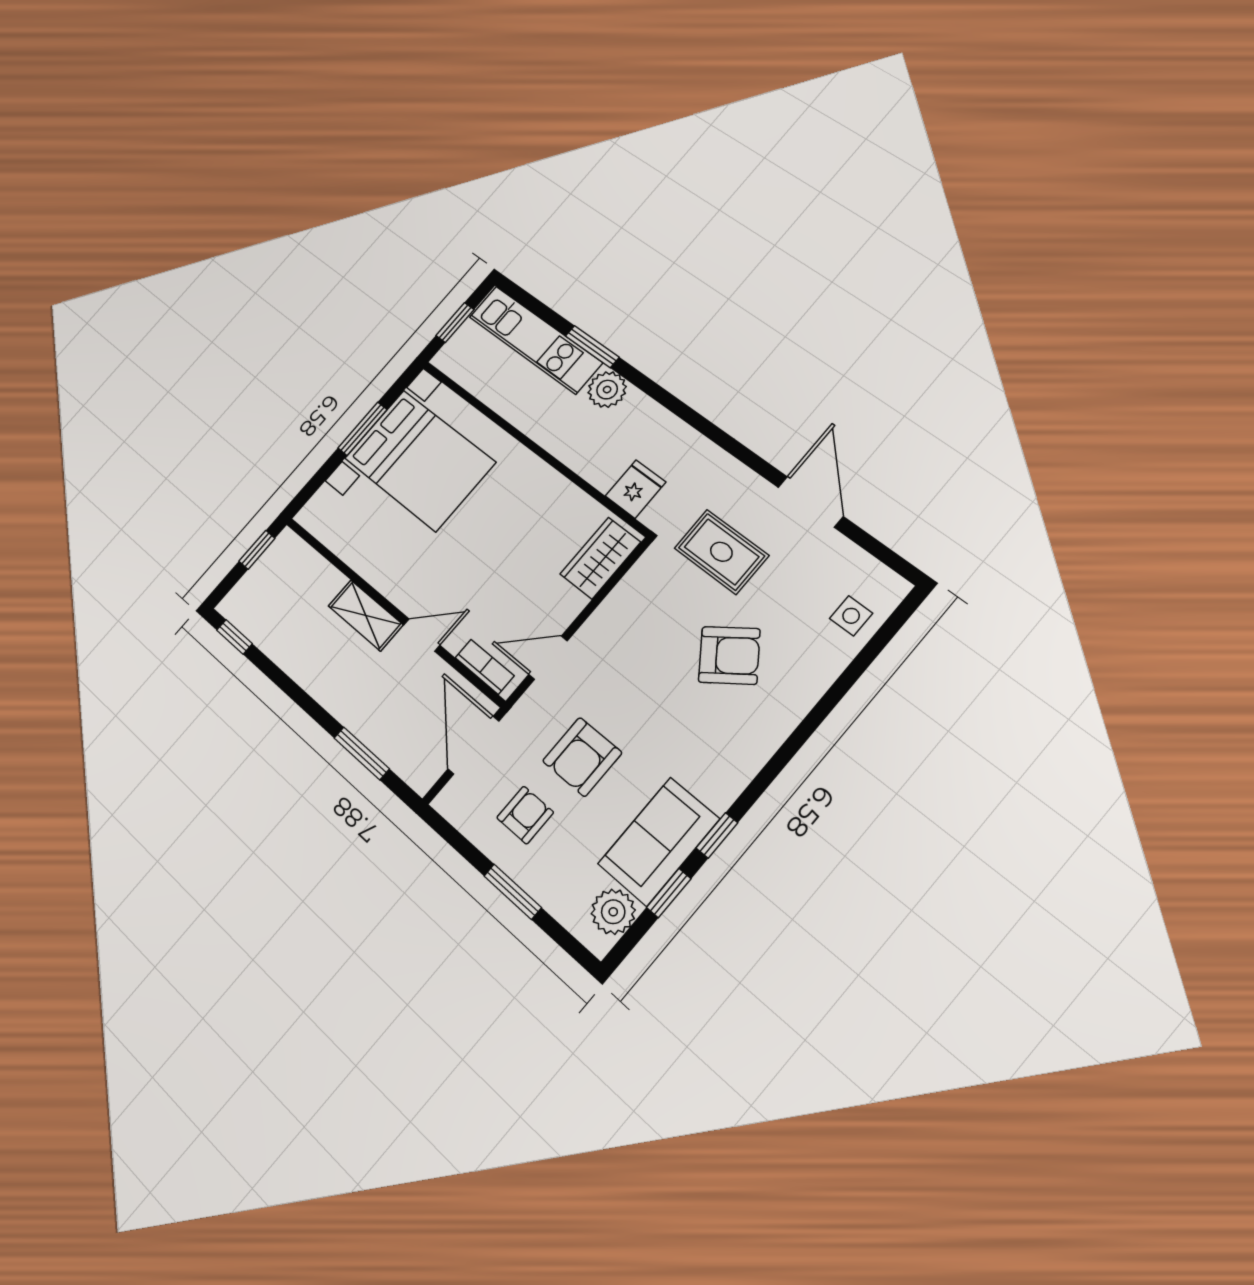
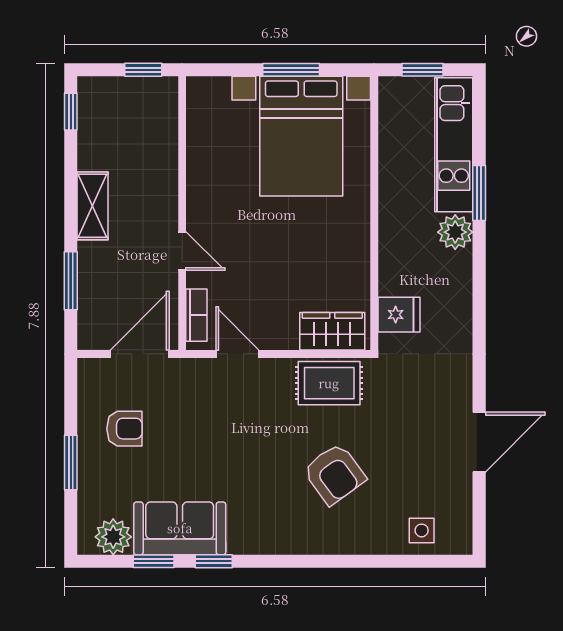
rug: (721, 552) -> (329, 383), moved, turned 90
shelving: (366, 615) -> (93, 206), moved
armchair: (582, 757) -> (192, 434), removed

